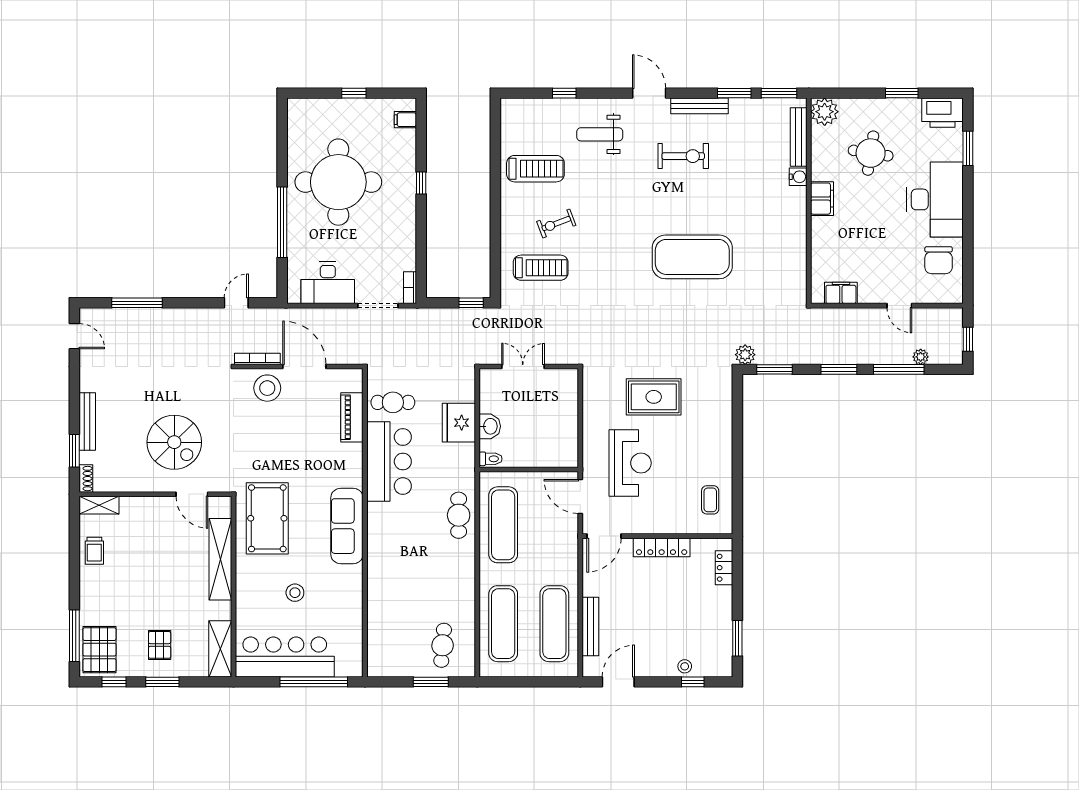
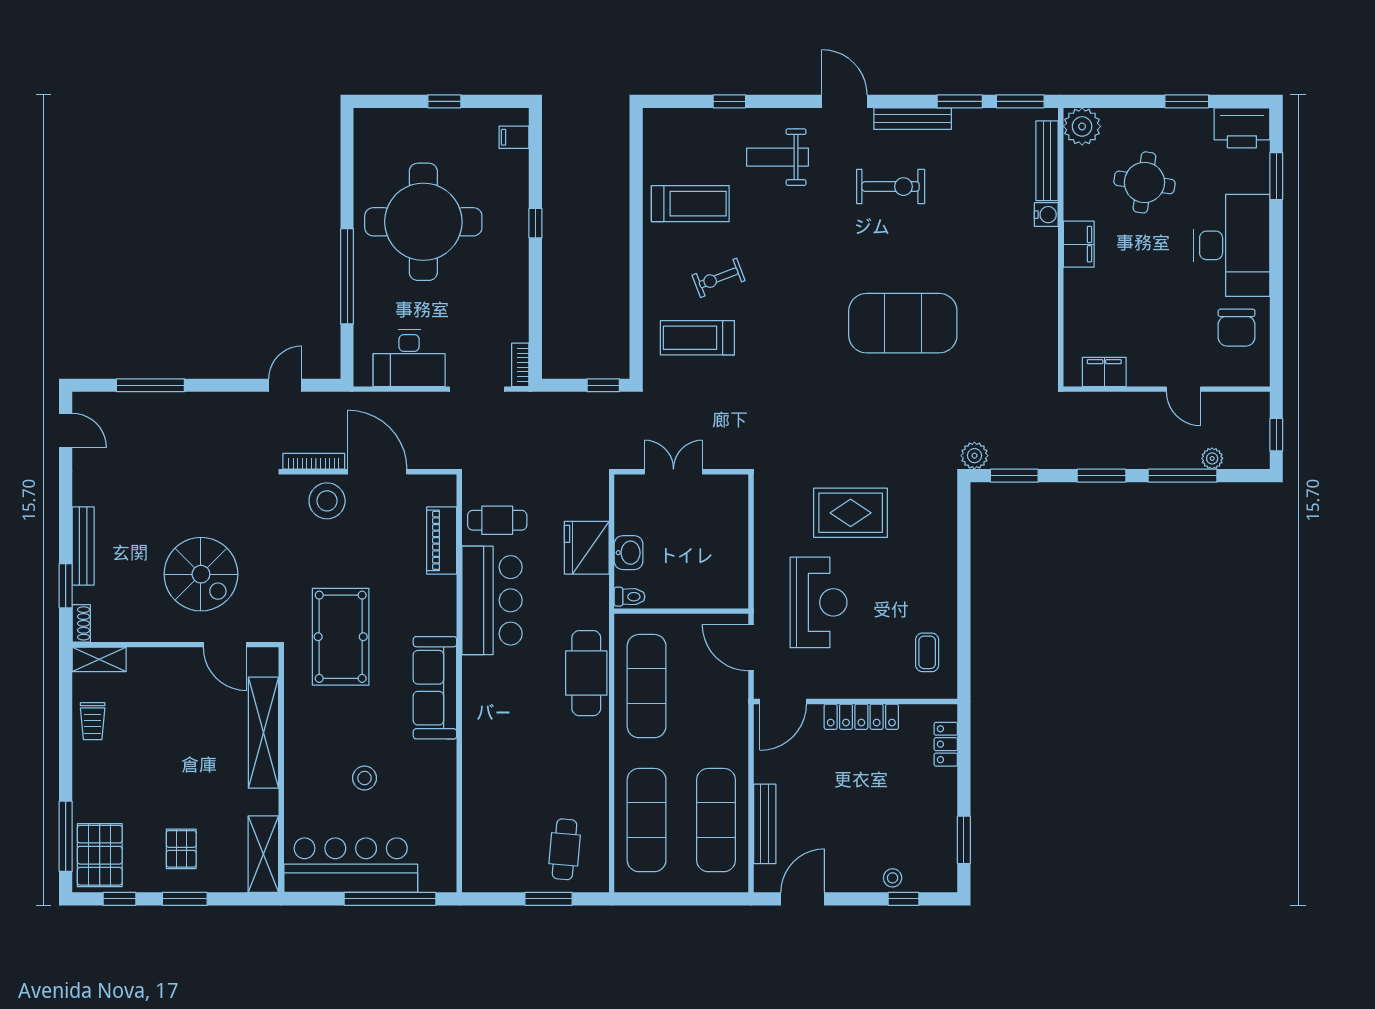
treadmill: (541, 268) -> (697, 338), turned 180
cafe table: (459, 515) -> (586, 673), width x1.37, depth x1.35
pool table: (267, 518) -> (341, 637), moved

